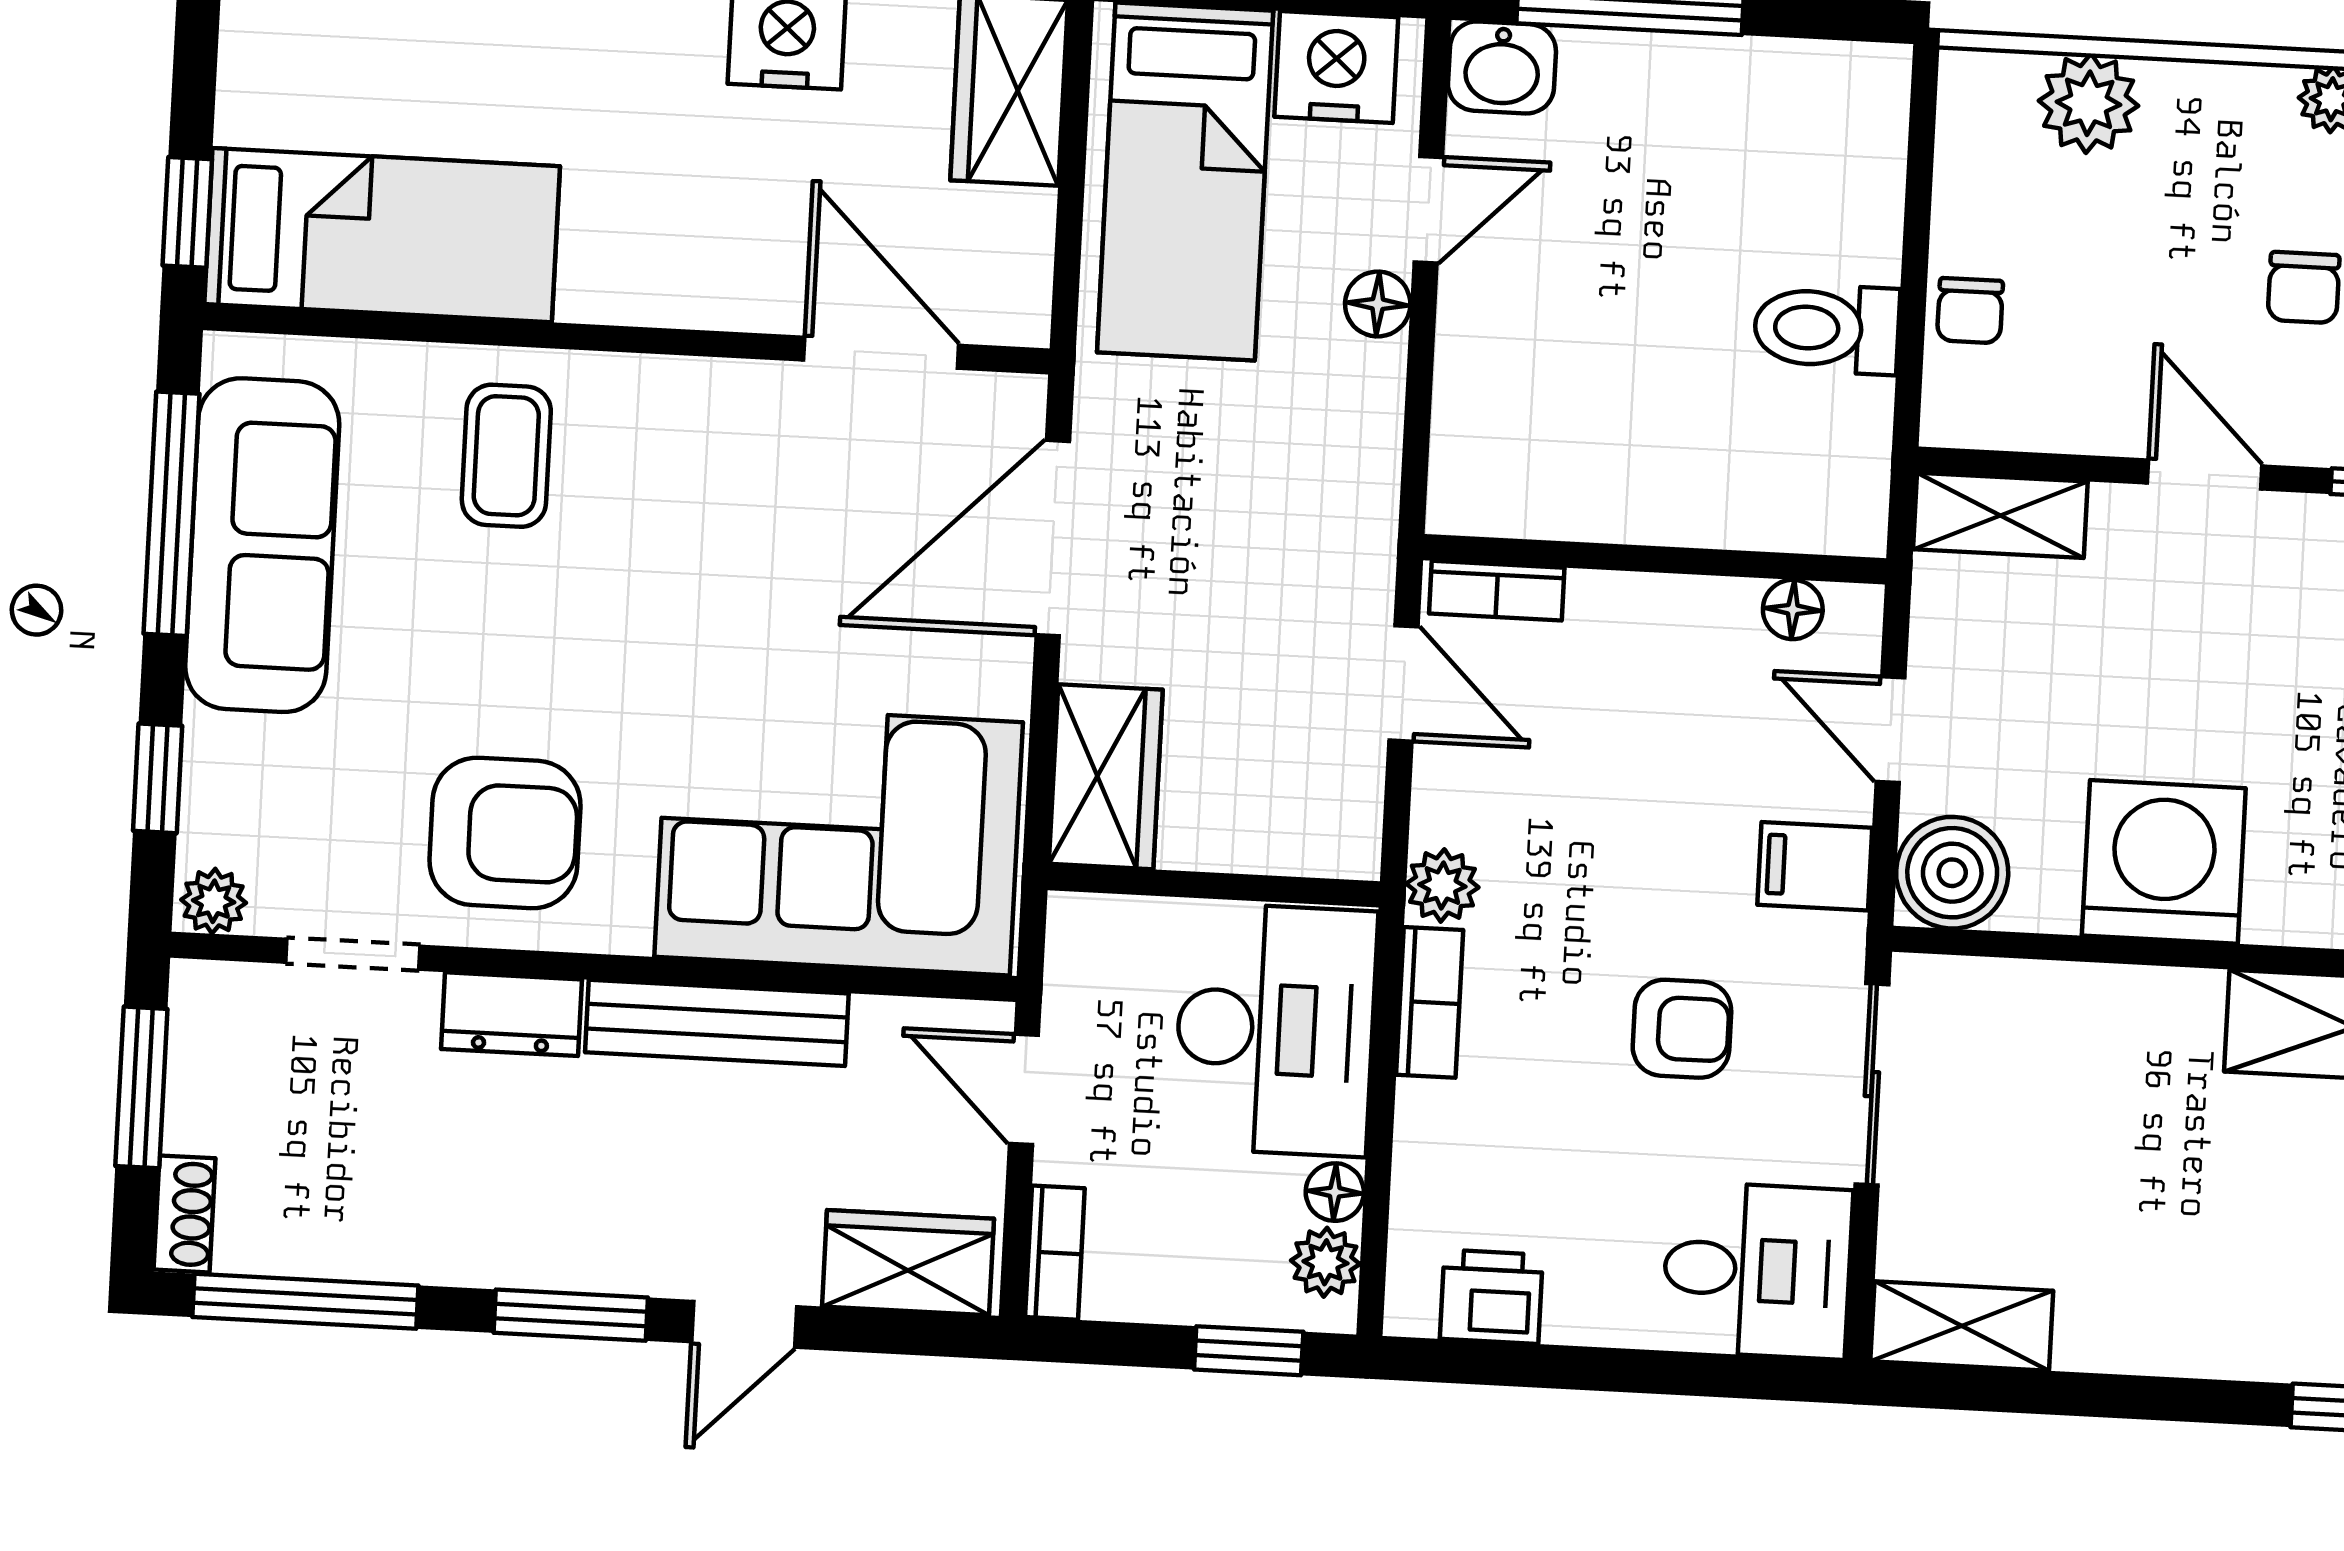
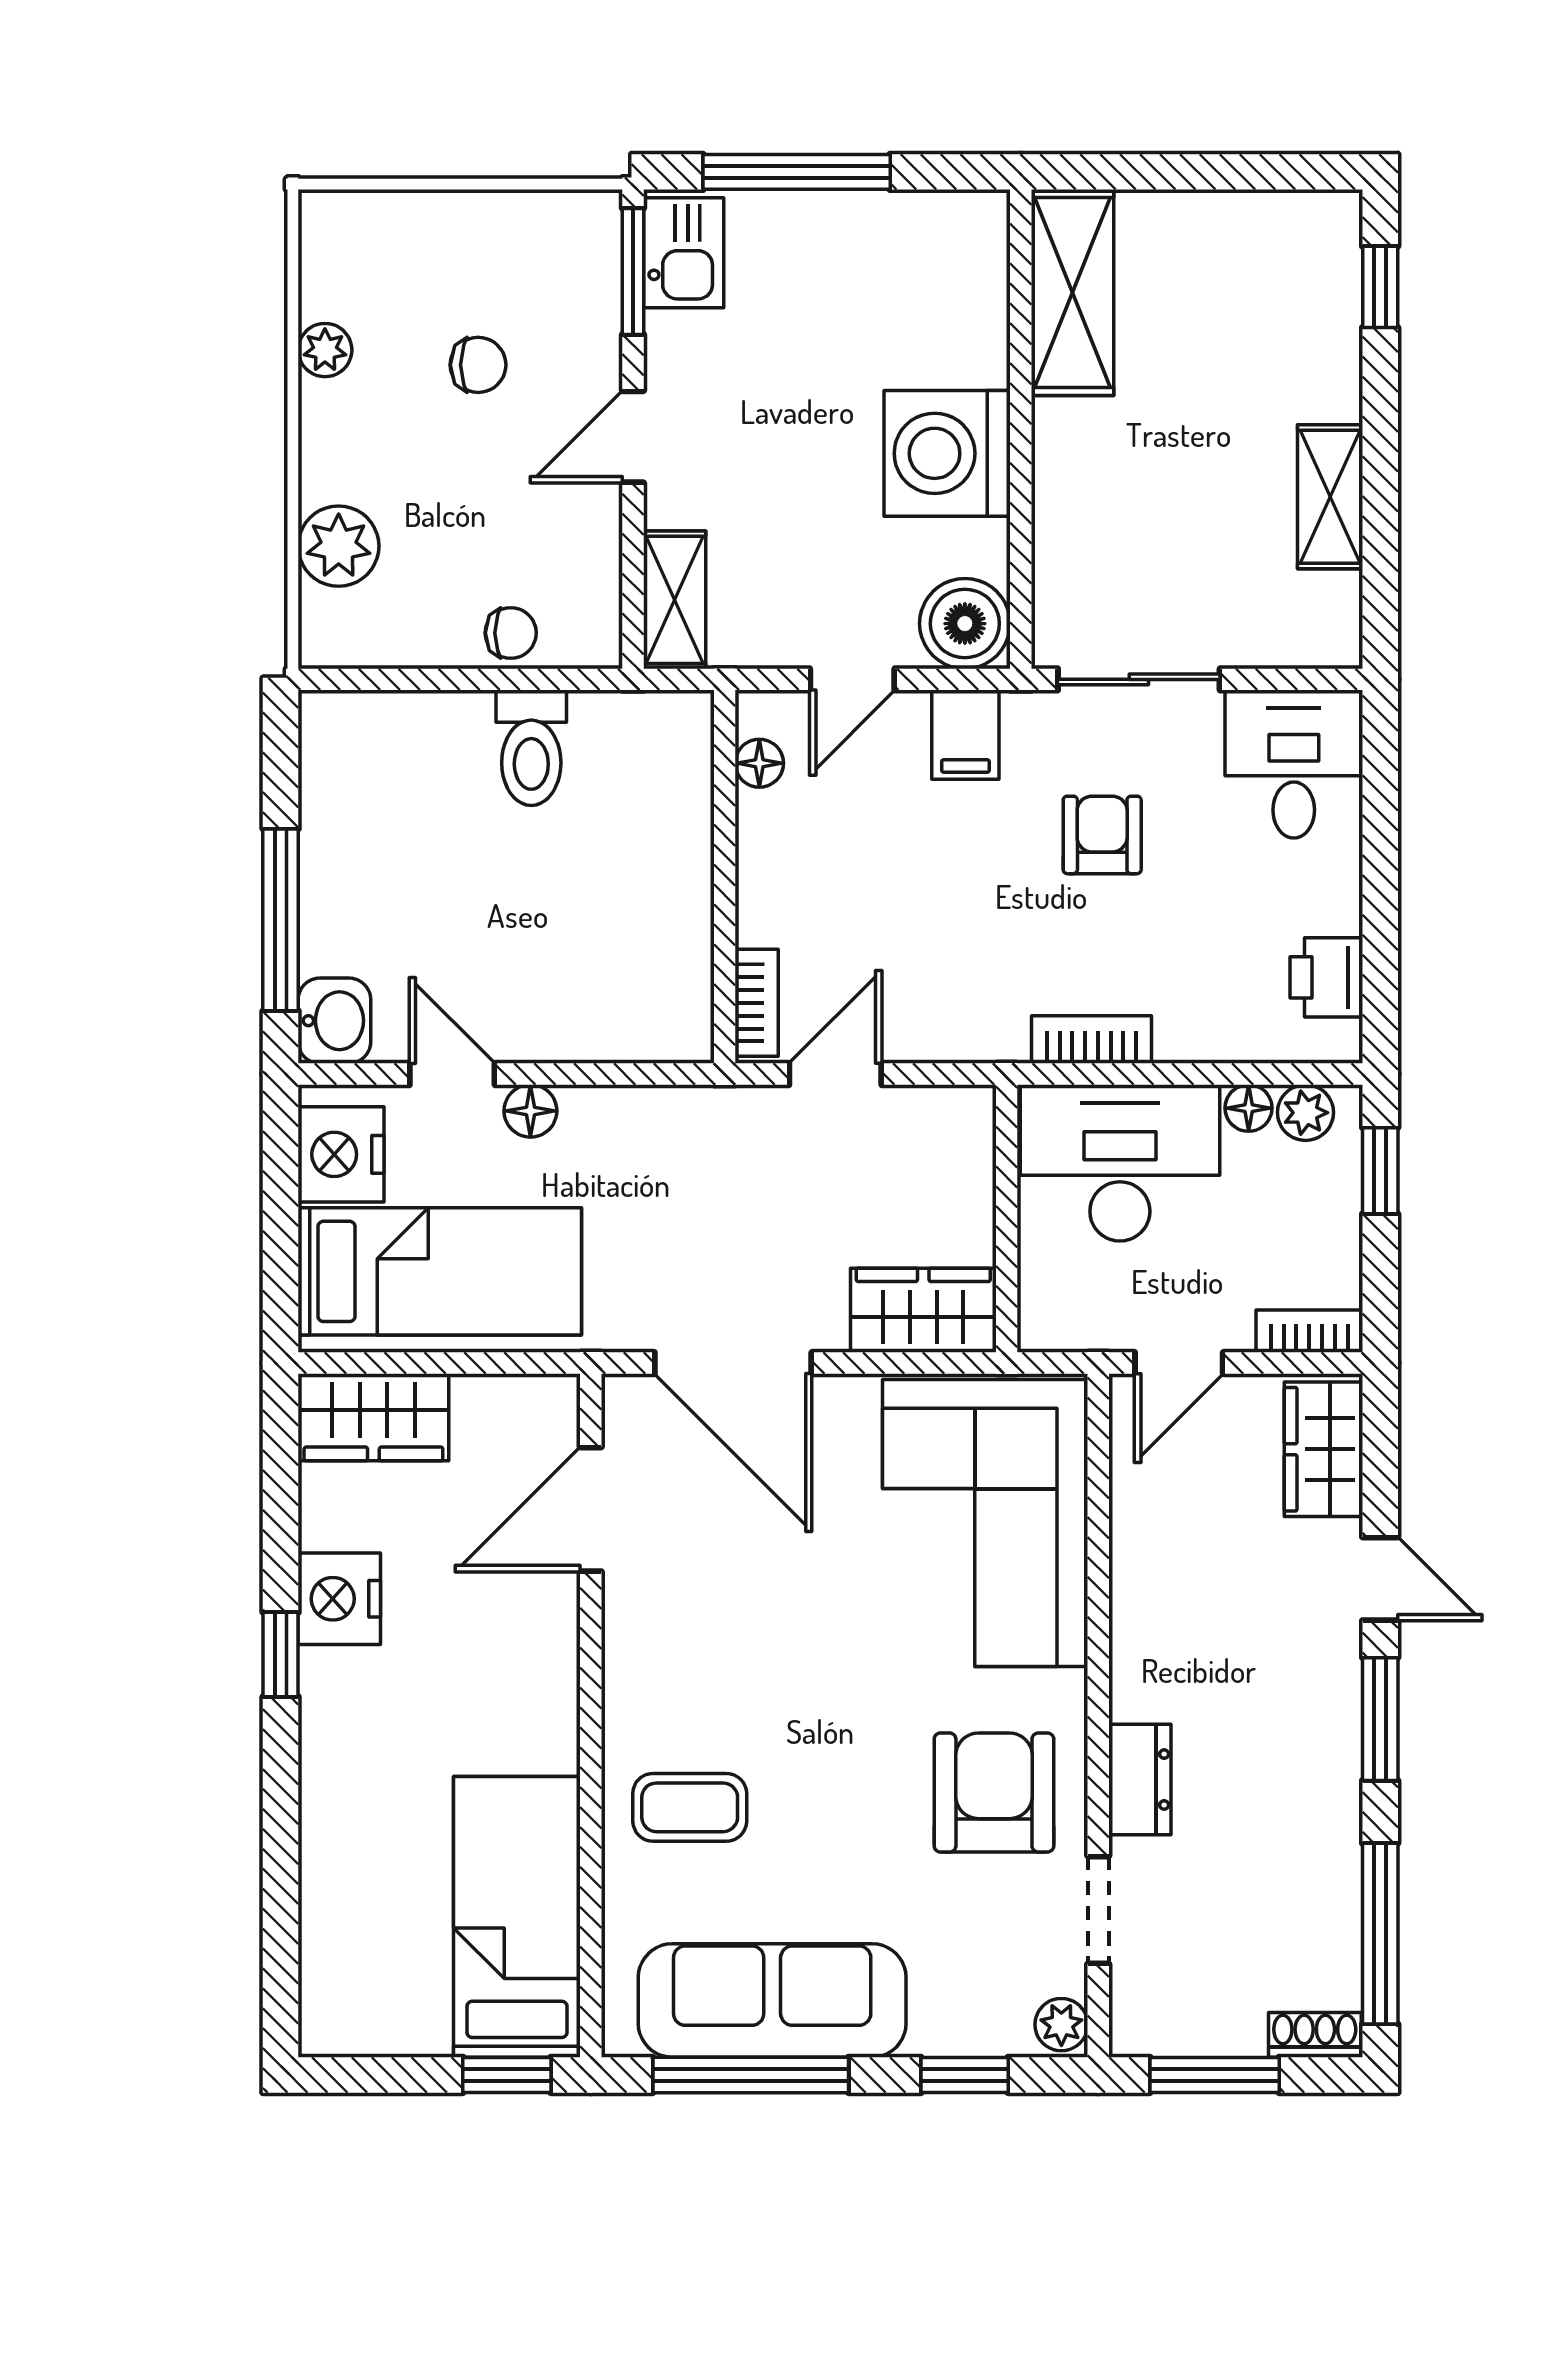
plant: (1442, 885) -> (997, 1034), removed
bench: (717, 1023) -> (1138, 1614), removed
shelving: (1962, 1326) -> (1330, 497), moved

